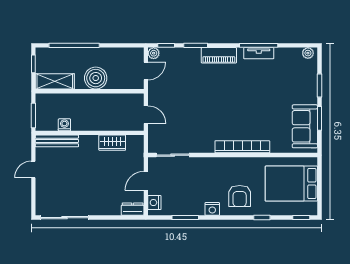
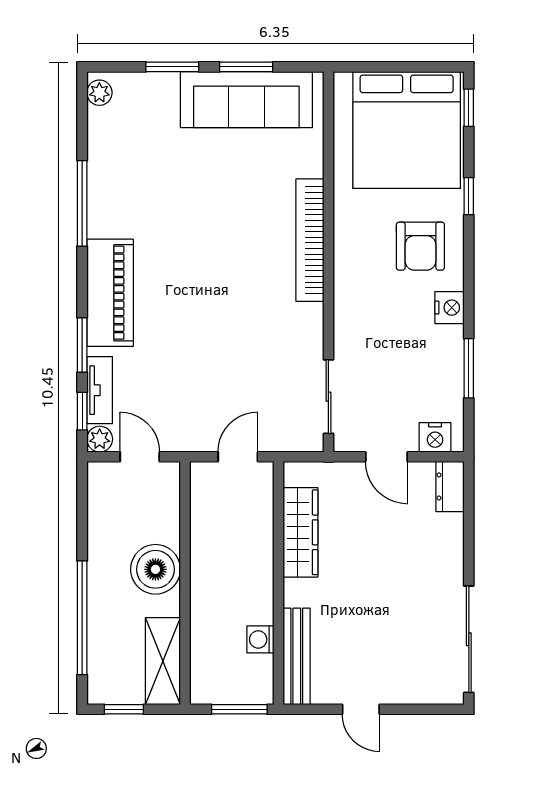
tv unit: (259, 53) -> (100, 390), moved
piano: (219, 55) -> (110, 293), width x1.37, depth x1.33
sofa: (305, 126) -> (246, 100), width x1.36
wardrobe: (112, 143) -> (301, 532), width x1.50
bed: (291, 184) -> (407, 130), width x1.36
armchair: (240, 196) -> (420, 246), turned 90

